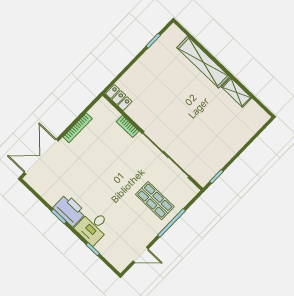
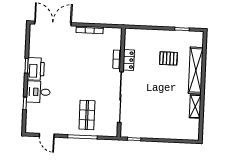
pallet: (169, 78) -> (168, 58), added
locker: (119, 98) -> (129, 60), moved

